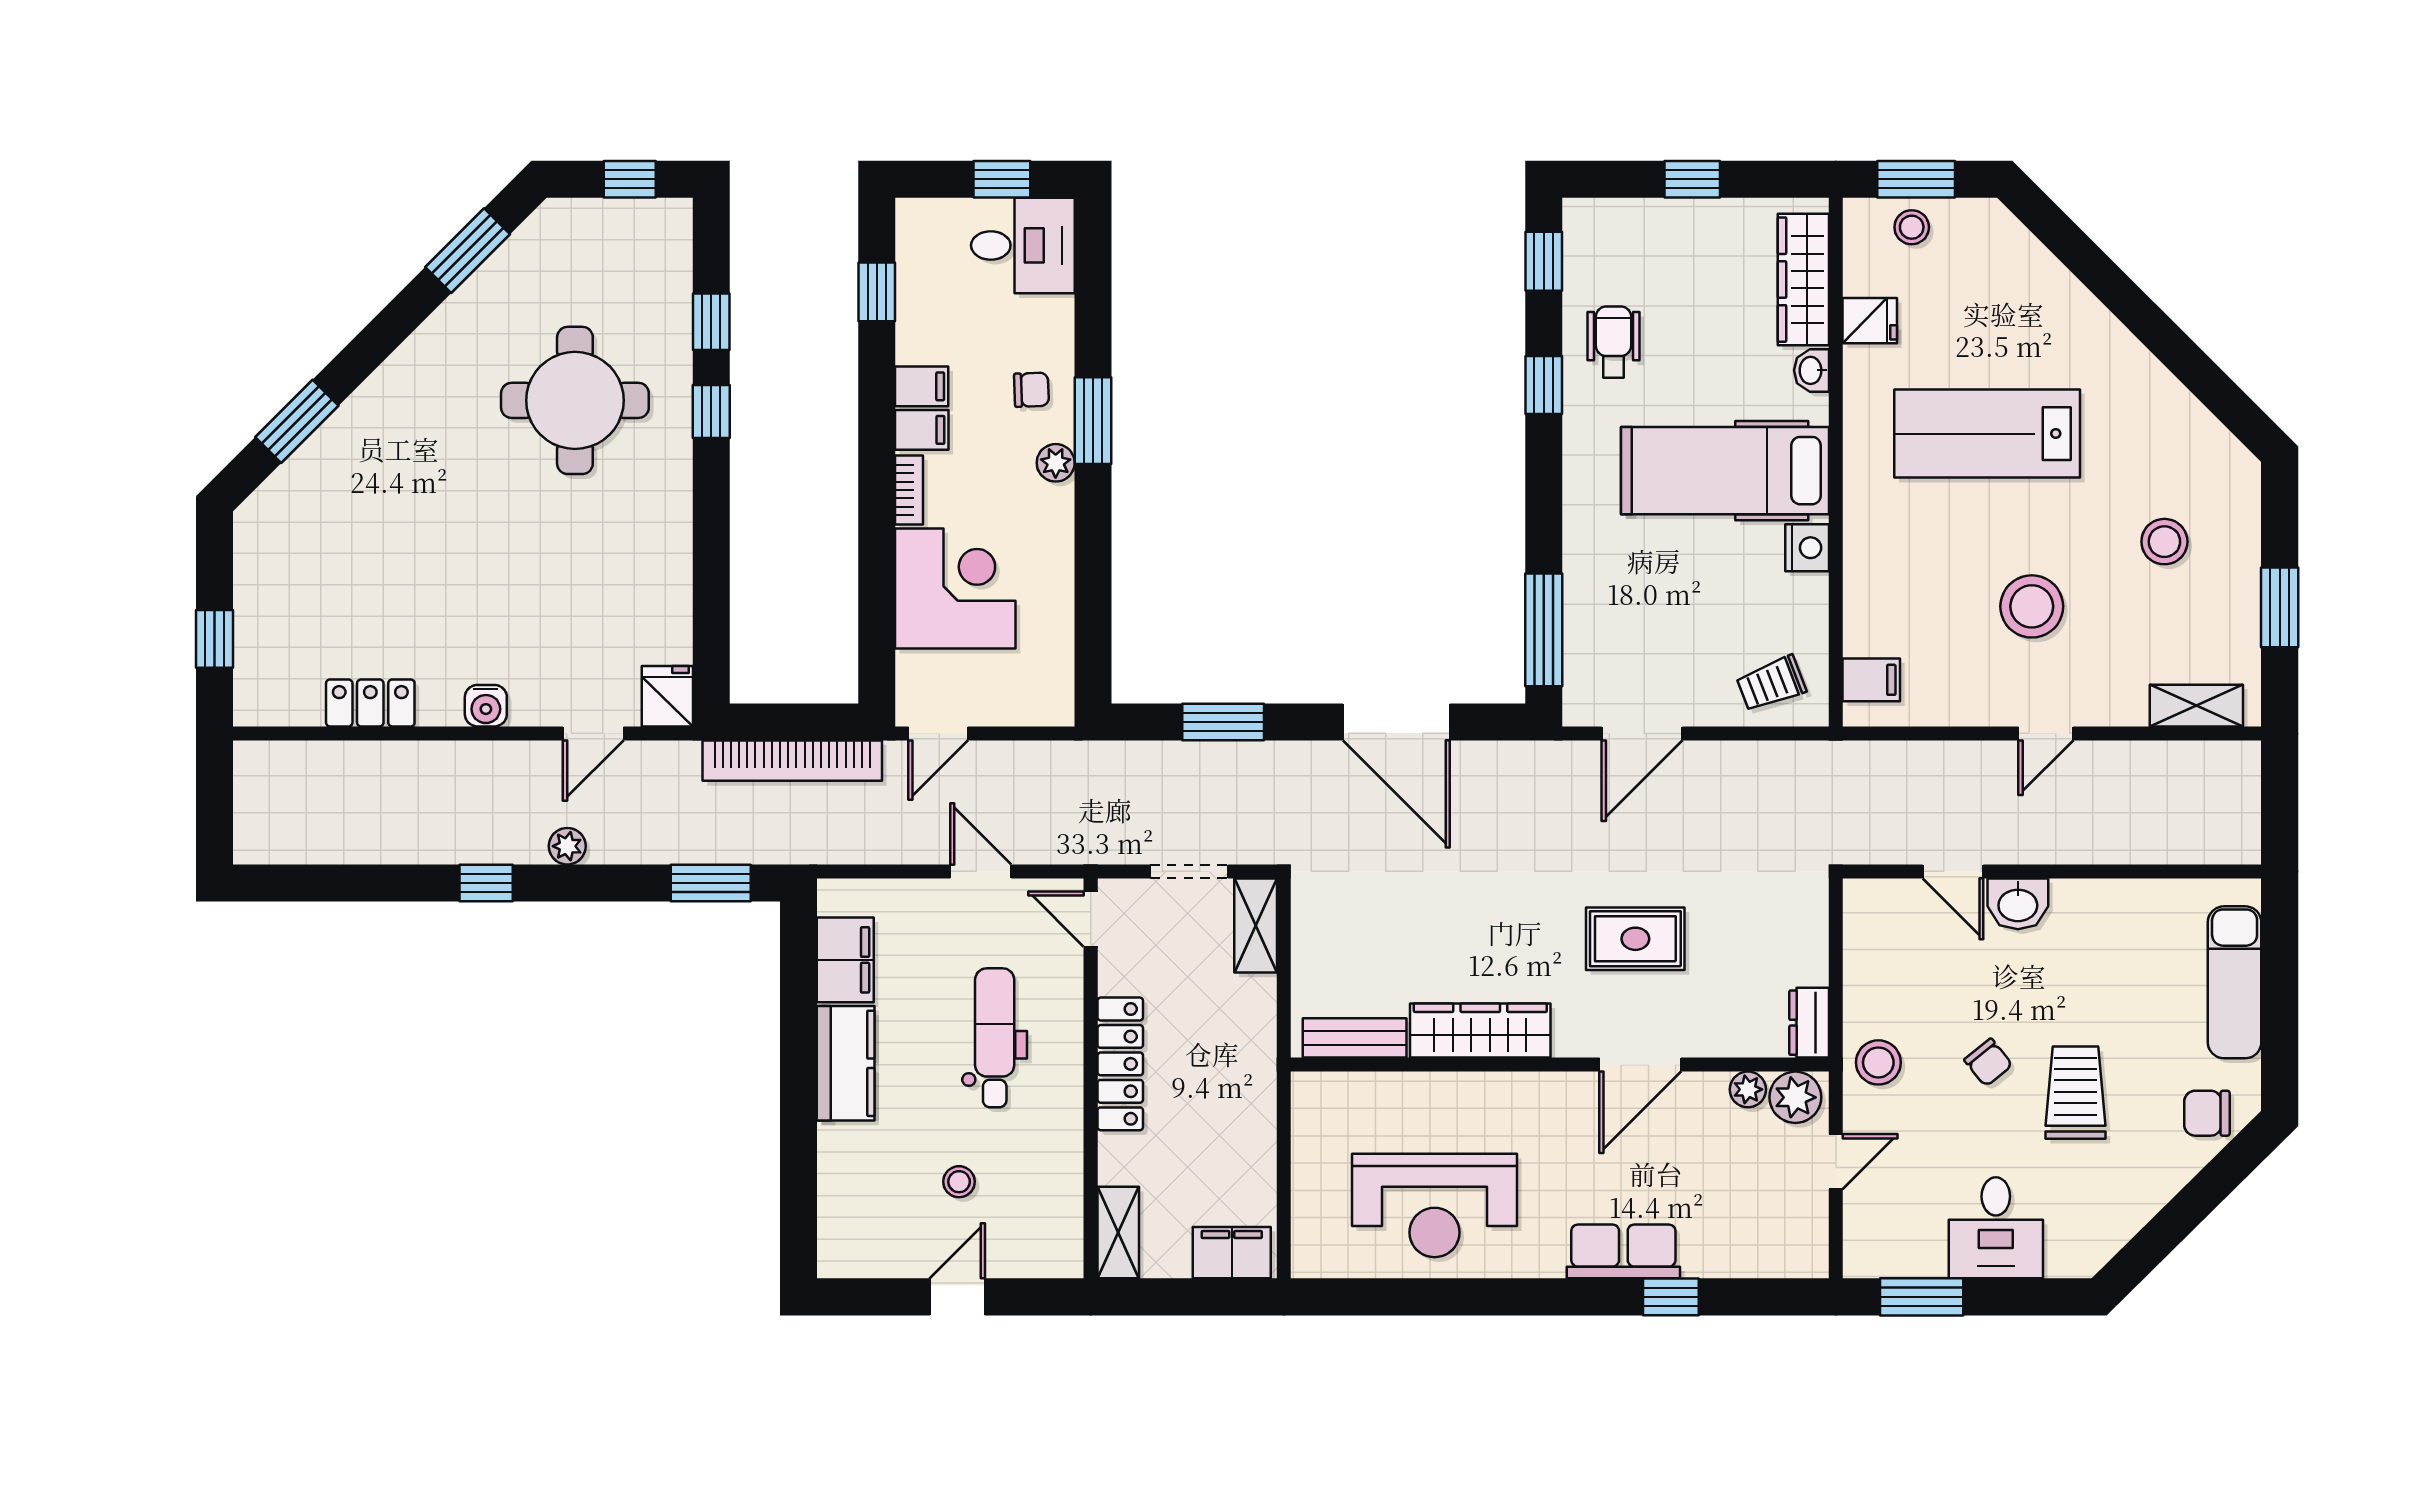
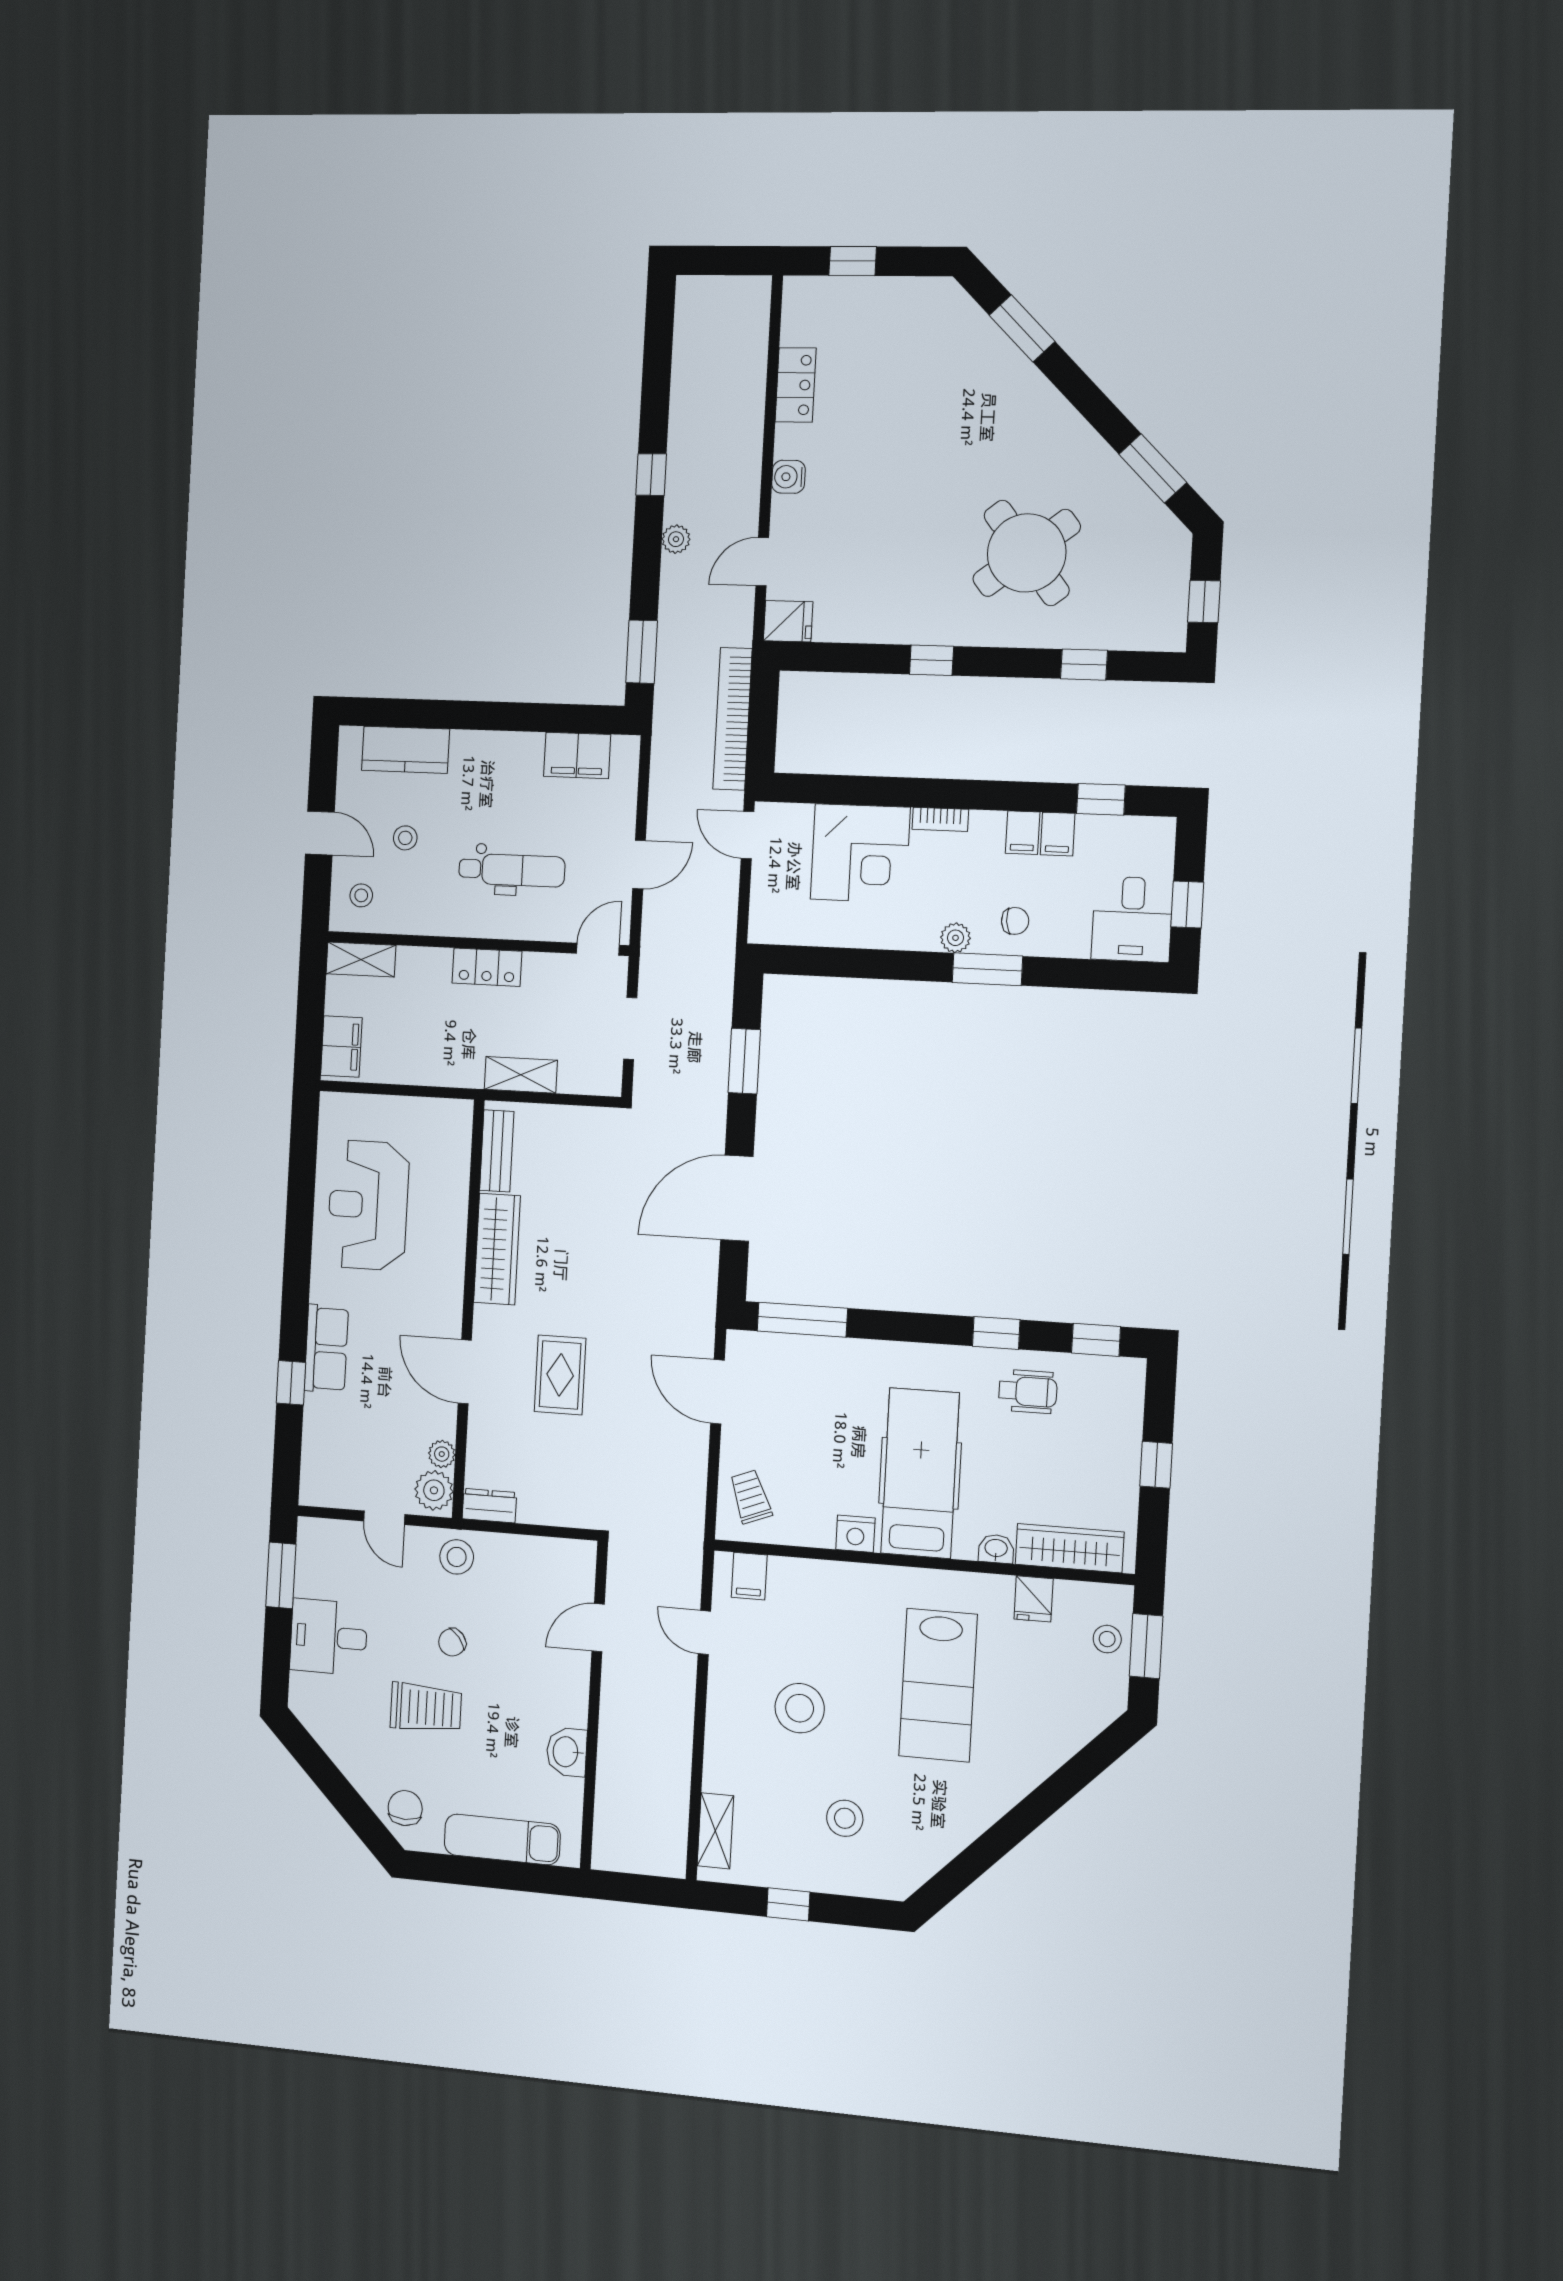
chair: (1031, 390) -> (1015, 921), turned -93
round table: (575, 400) -> (1027, 553), turned -38
window: (711, 412) -> (932, 660), moved
filing cabinet: (922, 430) -> (1058, 834), moved
lab bench: (1987, 434) -> (938, 1685), turned 180
window: (2280, 607) -> (788, 1904), width x0.67
door: (593, 733) -> (762, 562), hinge flipped
door: (2046, 733) -> (704, 1633), moved
washbasin: (2018, 904) -> (567, 1752), moved
shelving: (1256, 925) -> (521, 1075), moved
kitchen counter: (846, 1063) -> (405, 750), moved
locker: (1120, 1064) -> (487, 967), width x0.66
stool: (1035, 1237) -> (361, 895), added

